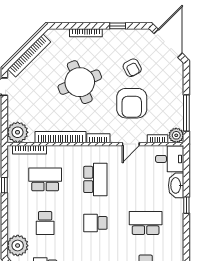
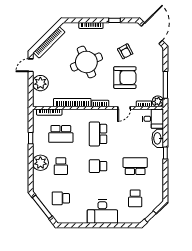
armchair: (132, 103) -> (125, 78), turned -90
plant: (18, 132) -> (40, 83), moved
school desk: (45, 179) -> (61, 134), turned 180
school desk: (95, 179) -> (98, 134), turned 180
plant: (18, 246) -> (40, 163), moved

